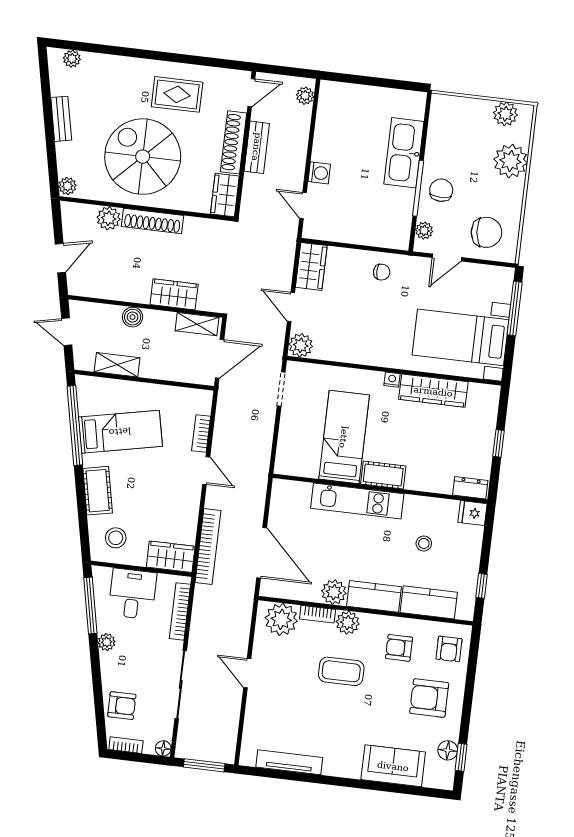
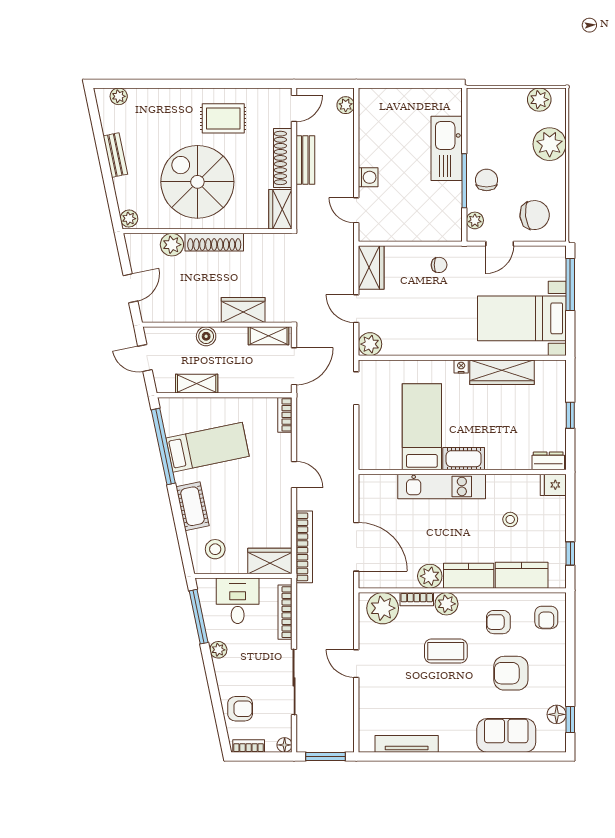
bookcase: (201, 433) -> (285, 415), moved
armchair: (429, 698) -> (511, 673), moved

